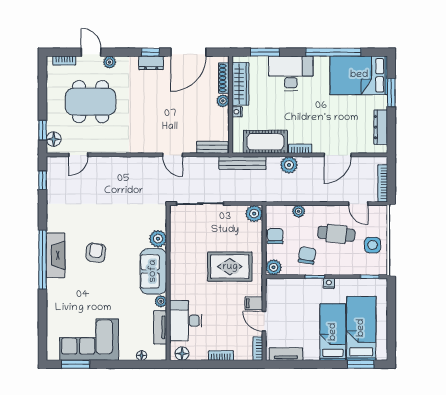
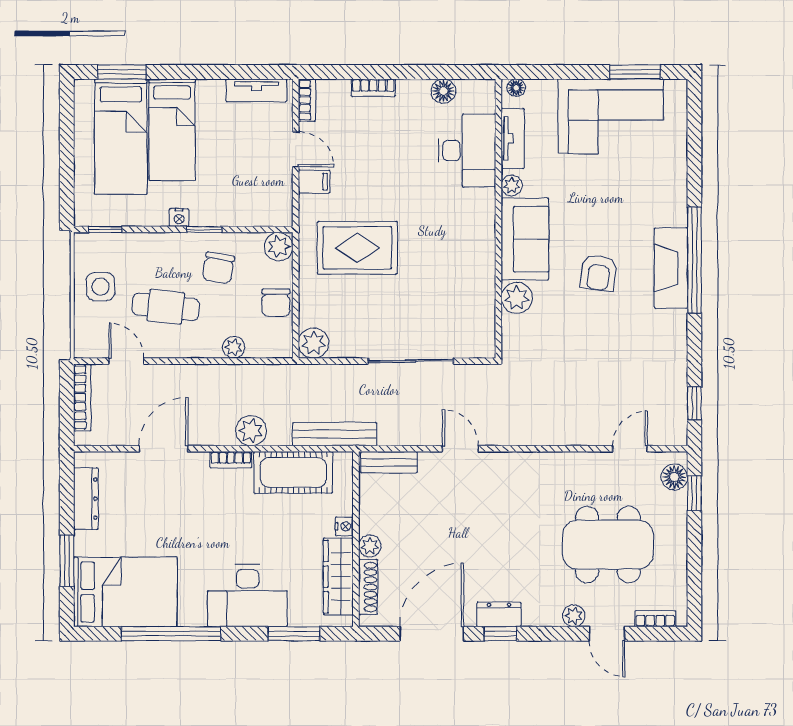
plant: (158, 239) -> (517, 298), moved
sofa: (153, 271) -> (525, 239), moved
wall: (168, 283) -> (498, 219), moved
plant: (161, 301) -> (512, 185), moved
desk: (186, 321) -> (467, 150), moved
tv unit: (160, 327) -> (513, 138), moved

